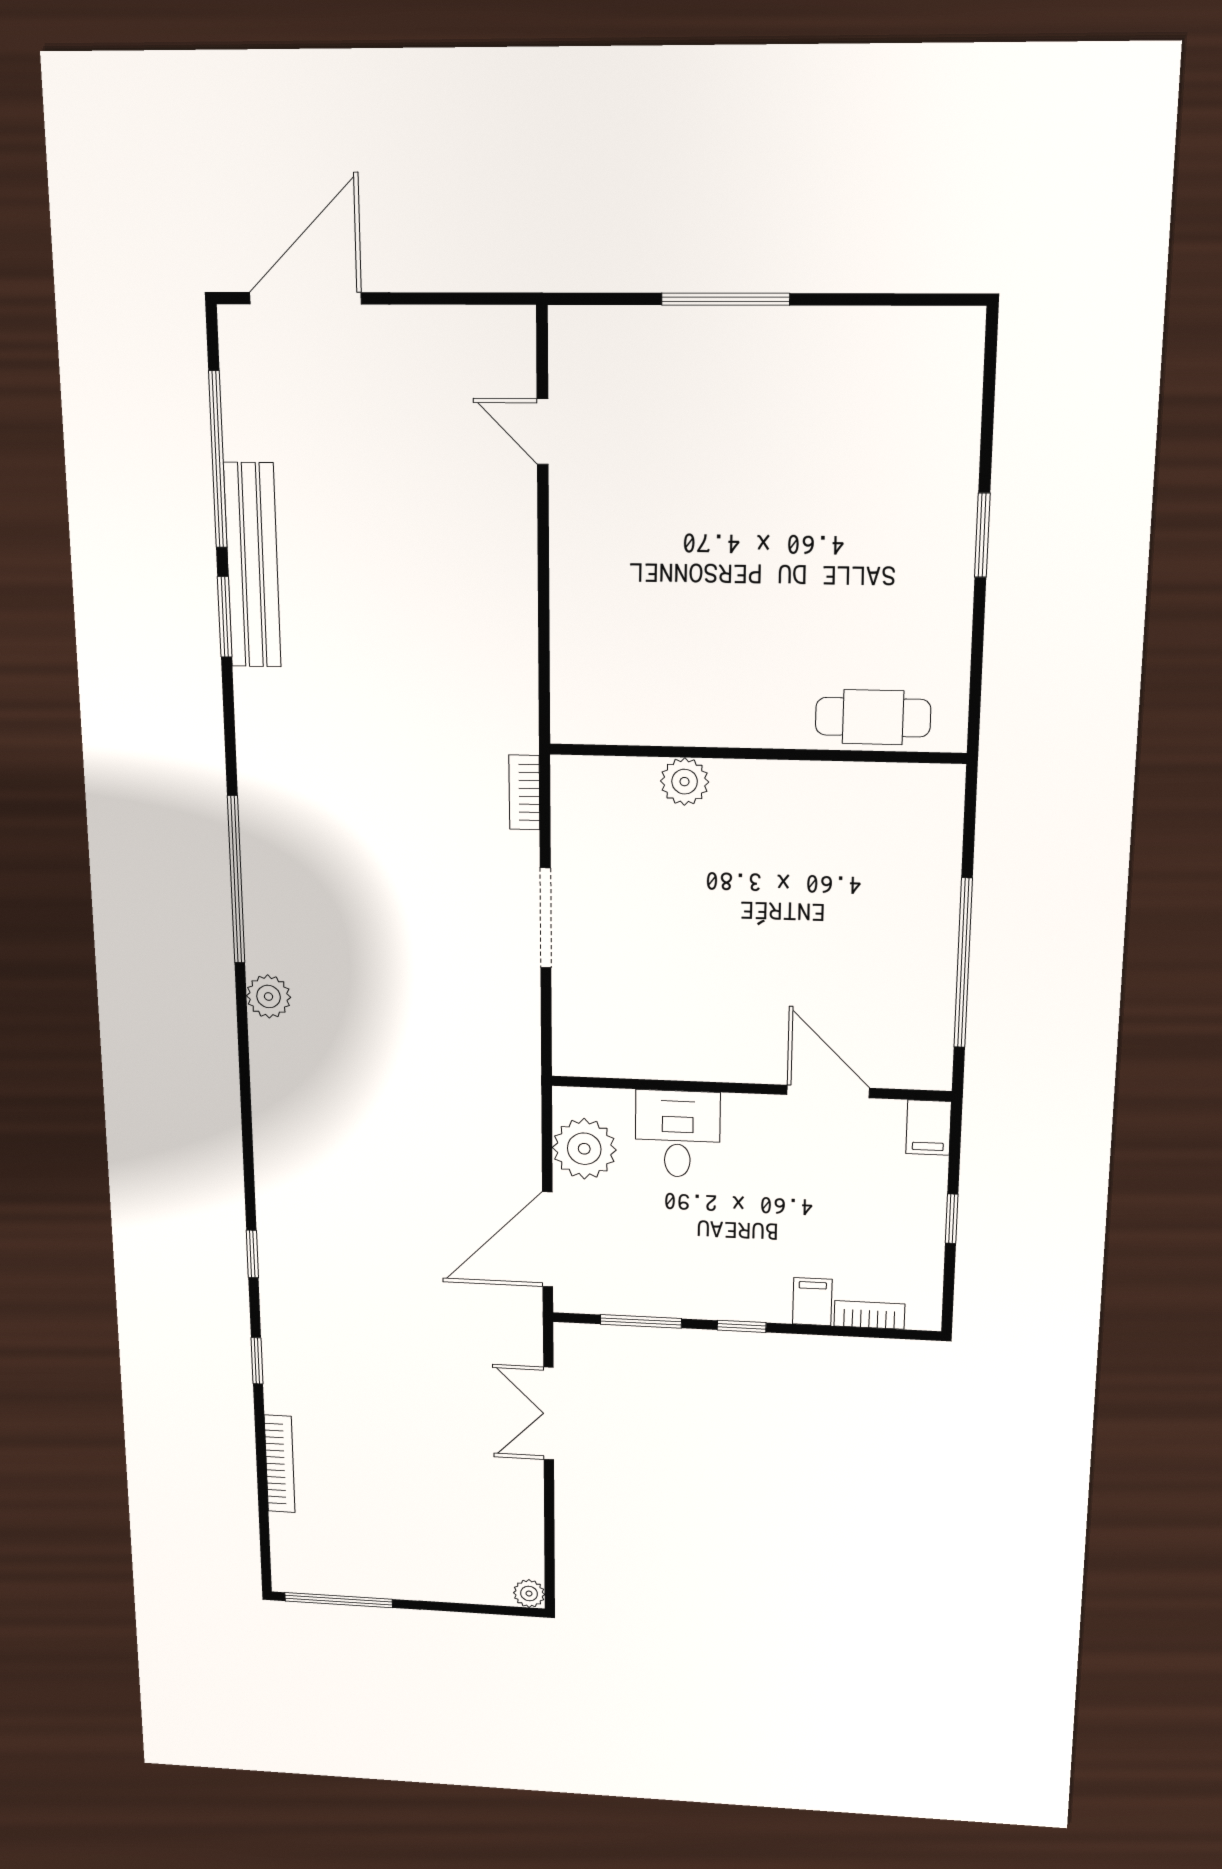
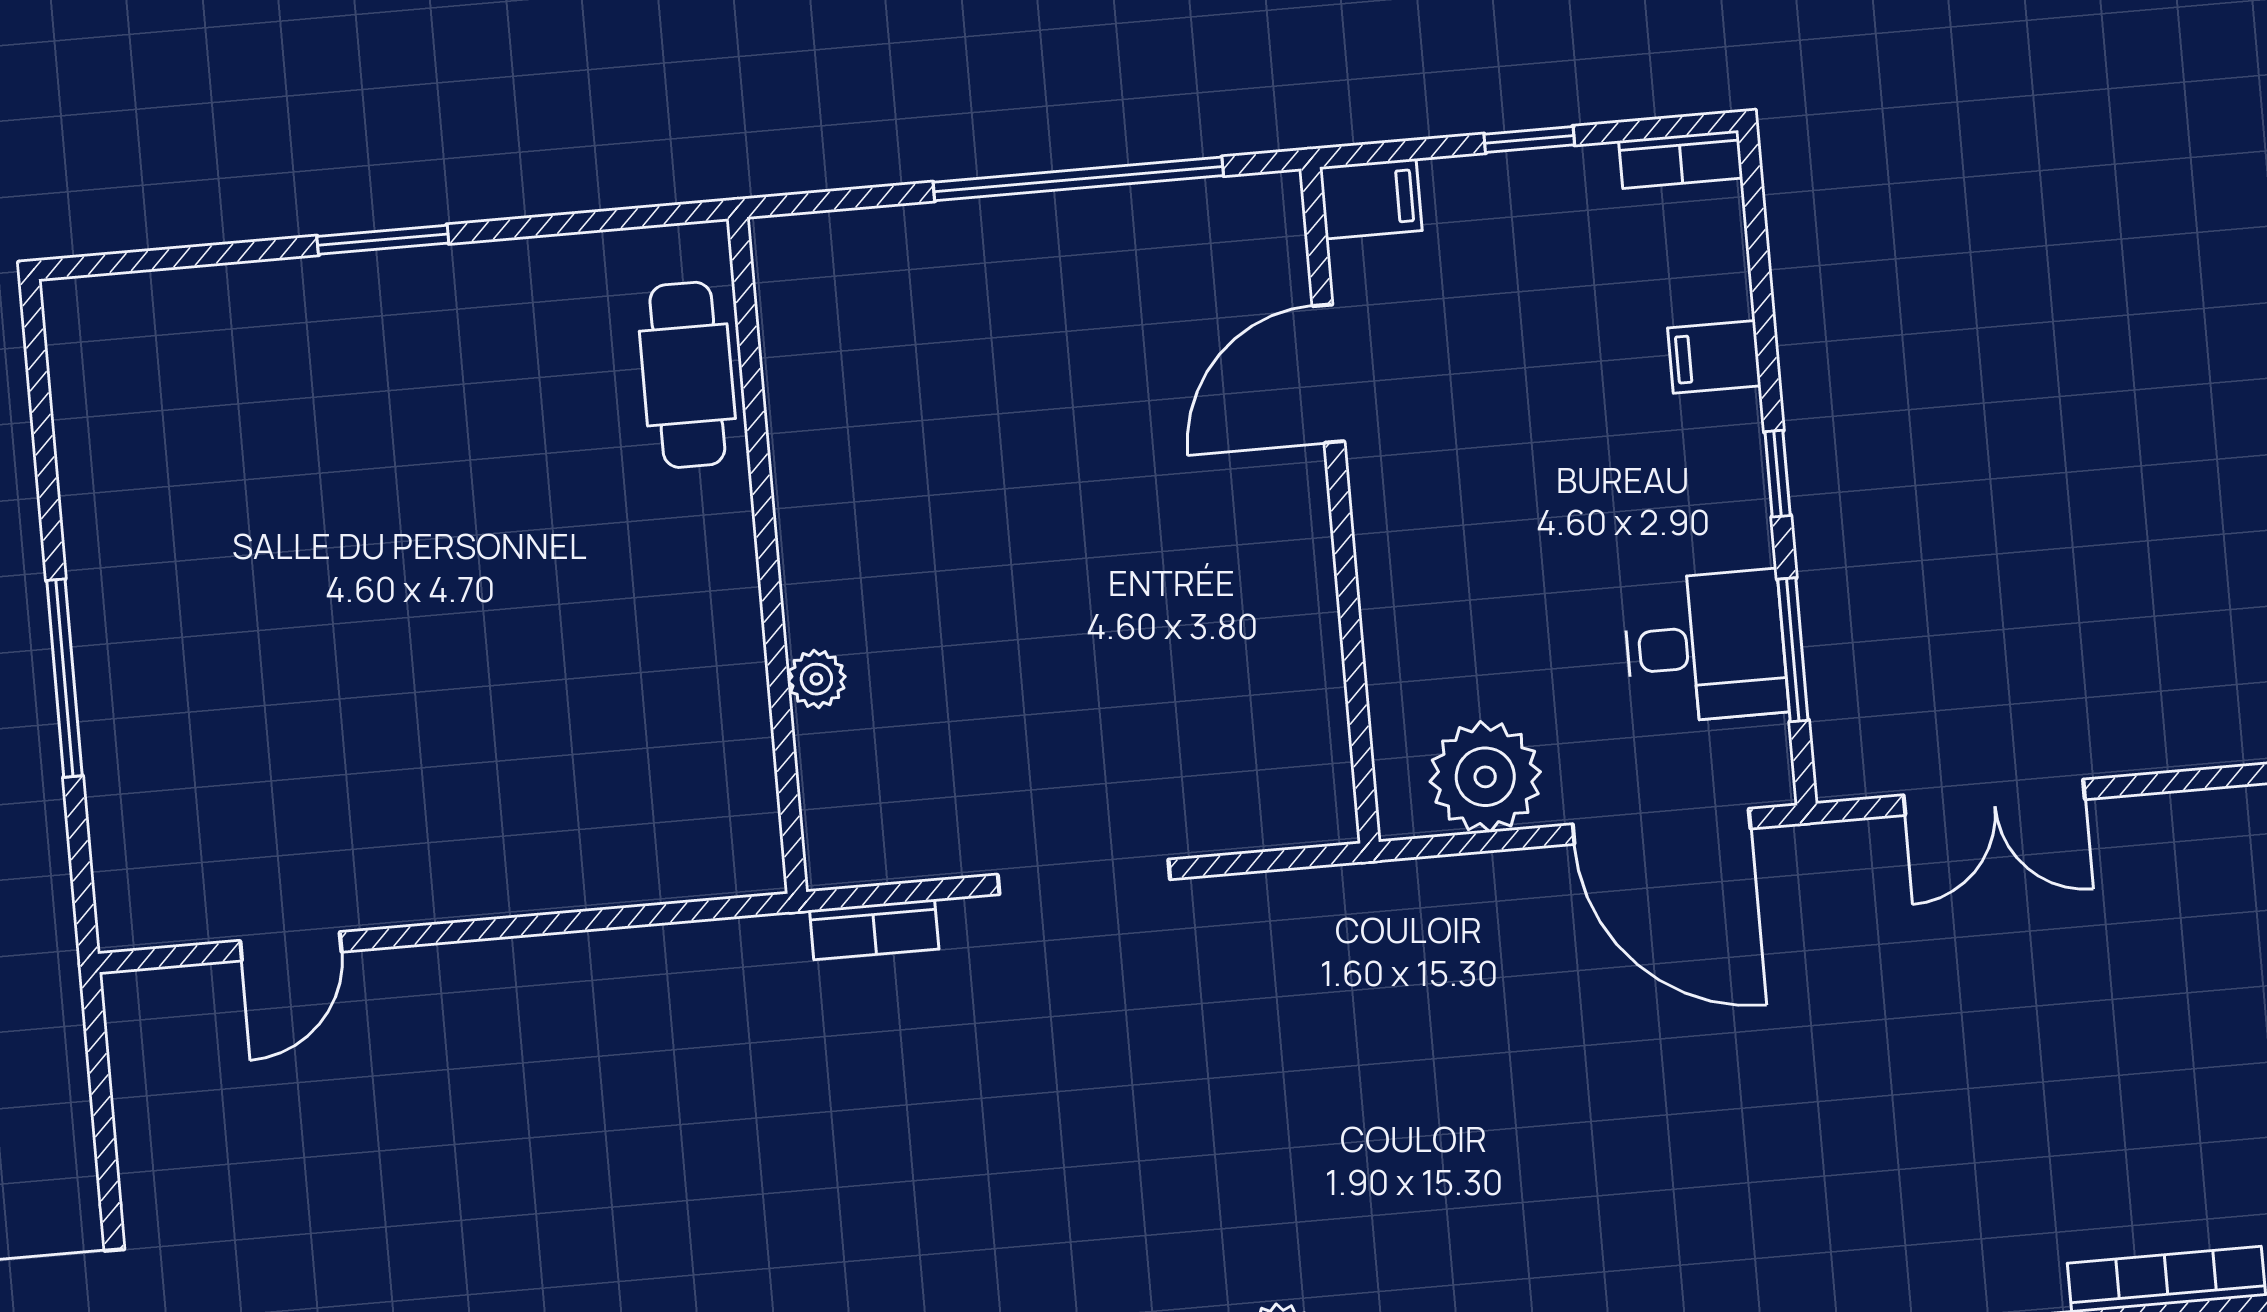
plant: (685, 782) -> (816, 679), width x0.73, depth x0.73
desk: (678, 1134) -> (1705, 647), moved, turned 180
bookcase: (869, 1315) -> (1681, 159), moved, turned -90

